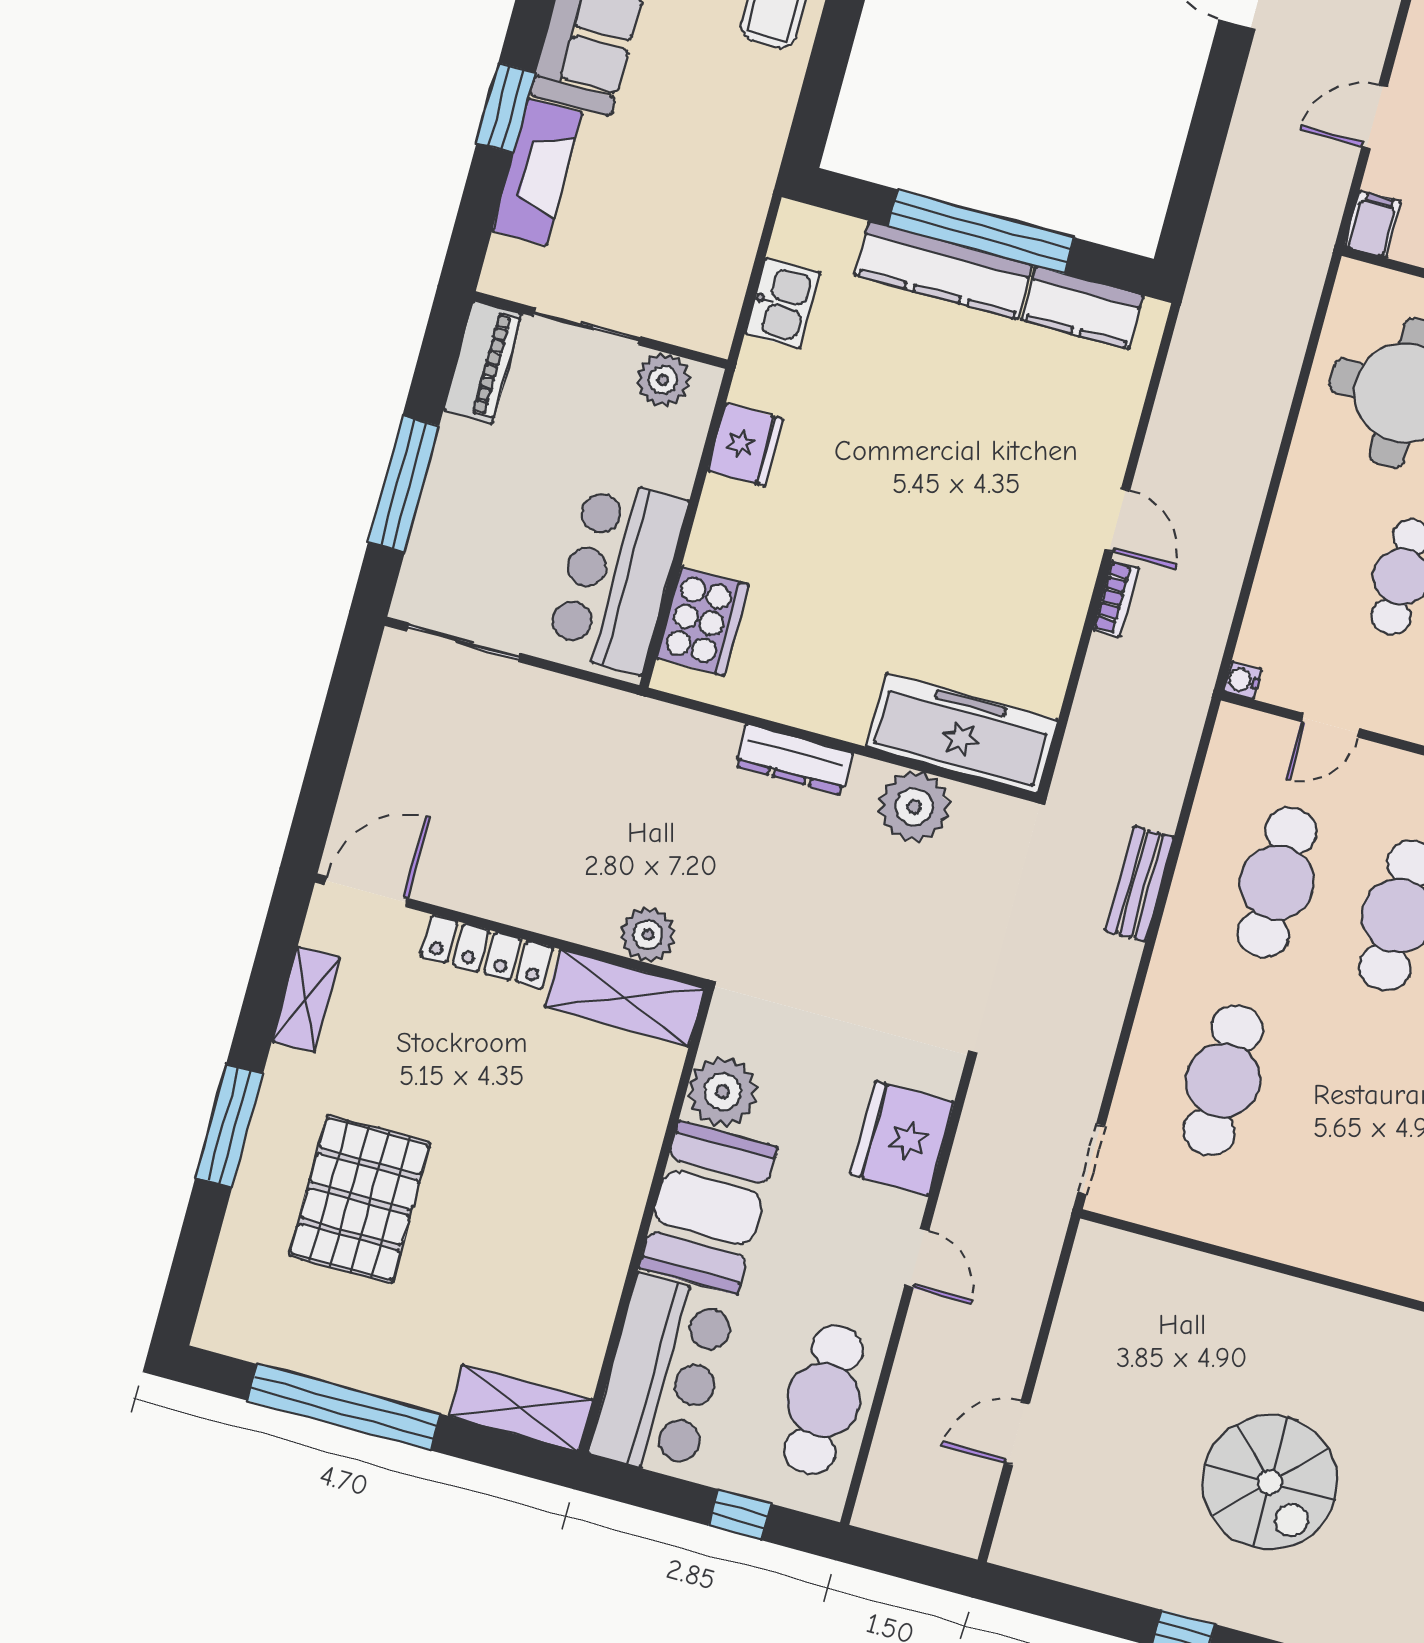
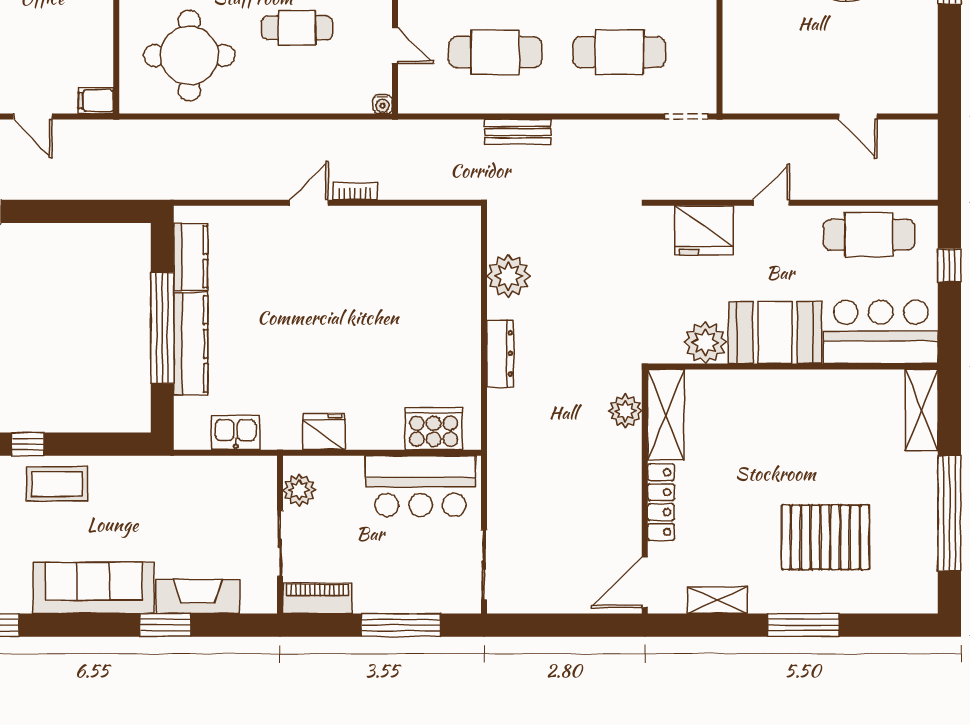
freezer: (962, 733) -> (458, 260), removed
door: (366, 891) -> (645, 582), hinge flipped

